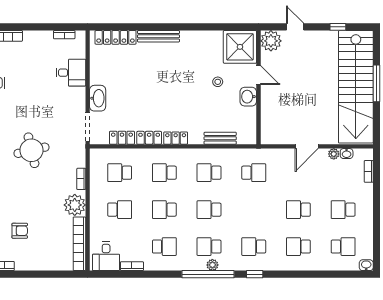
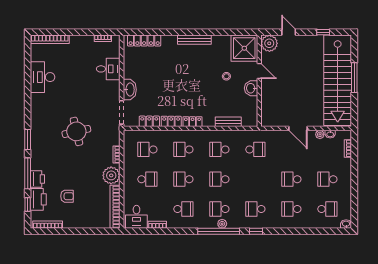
bench: (159, 36) -> (194, 40), moved
door: (307, 146) -> (298, 128), hinge flipped

